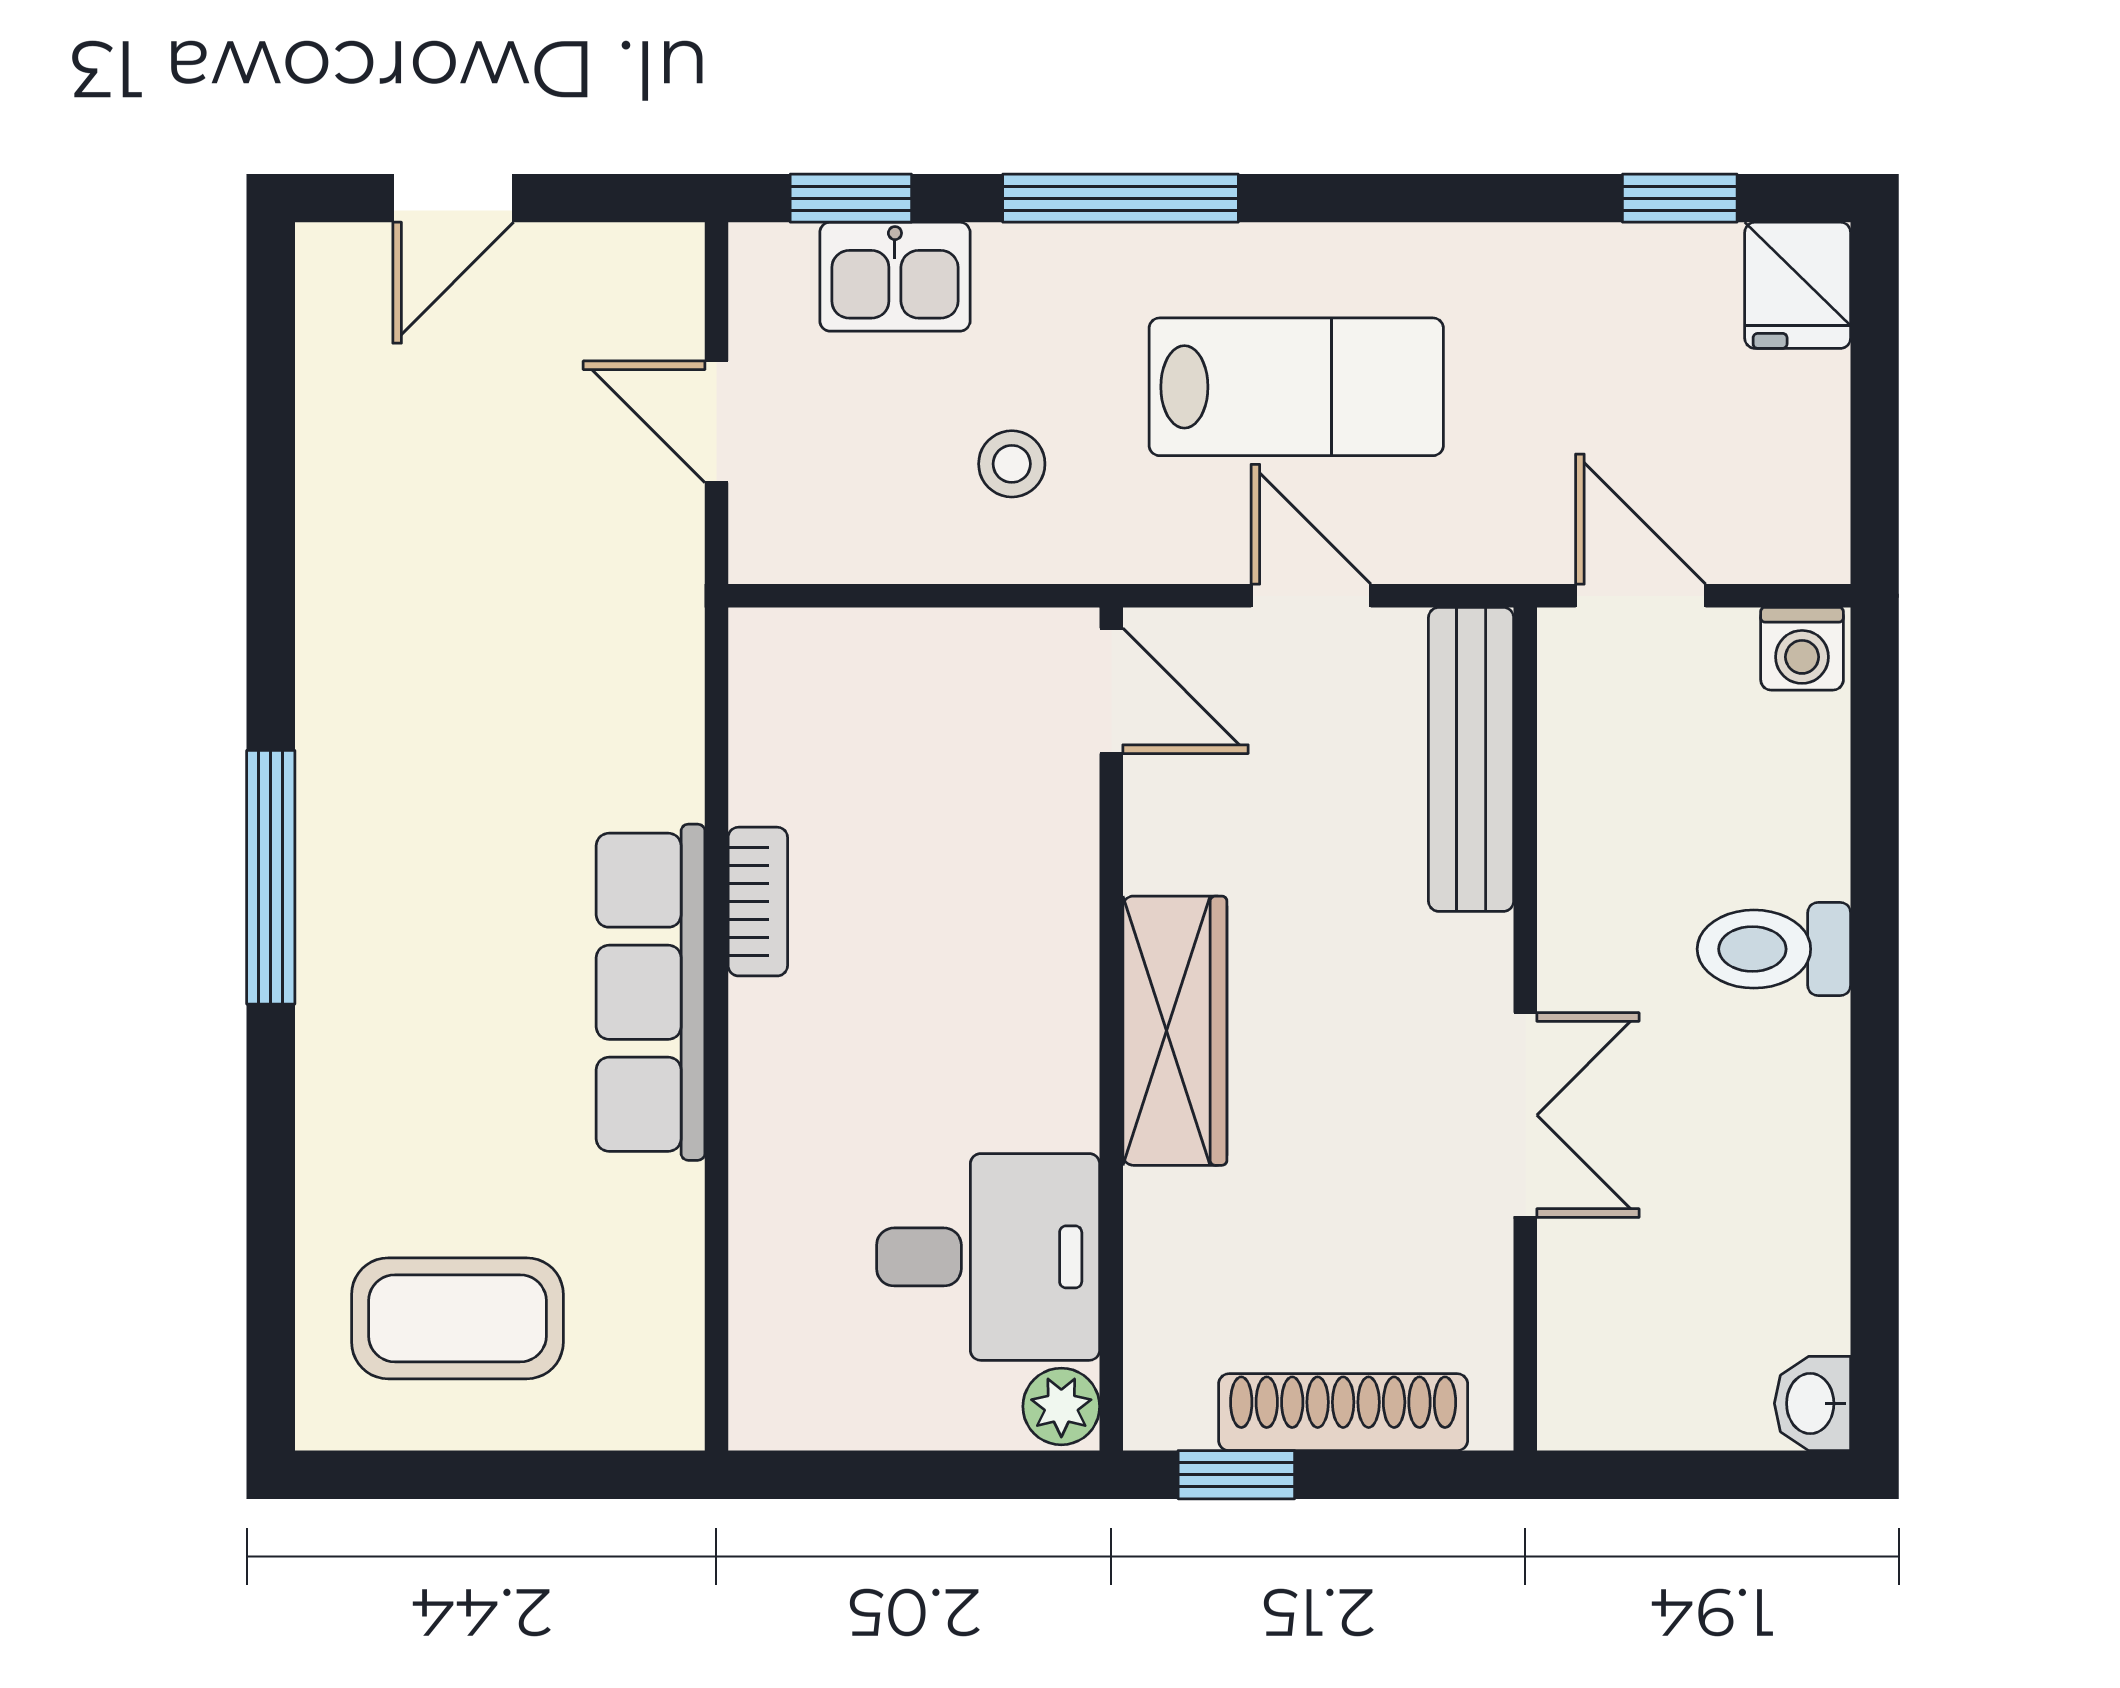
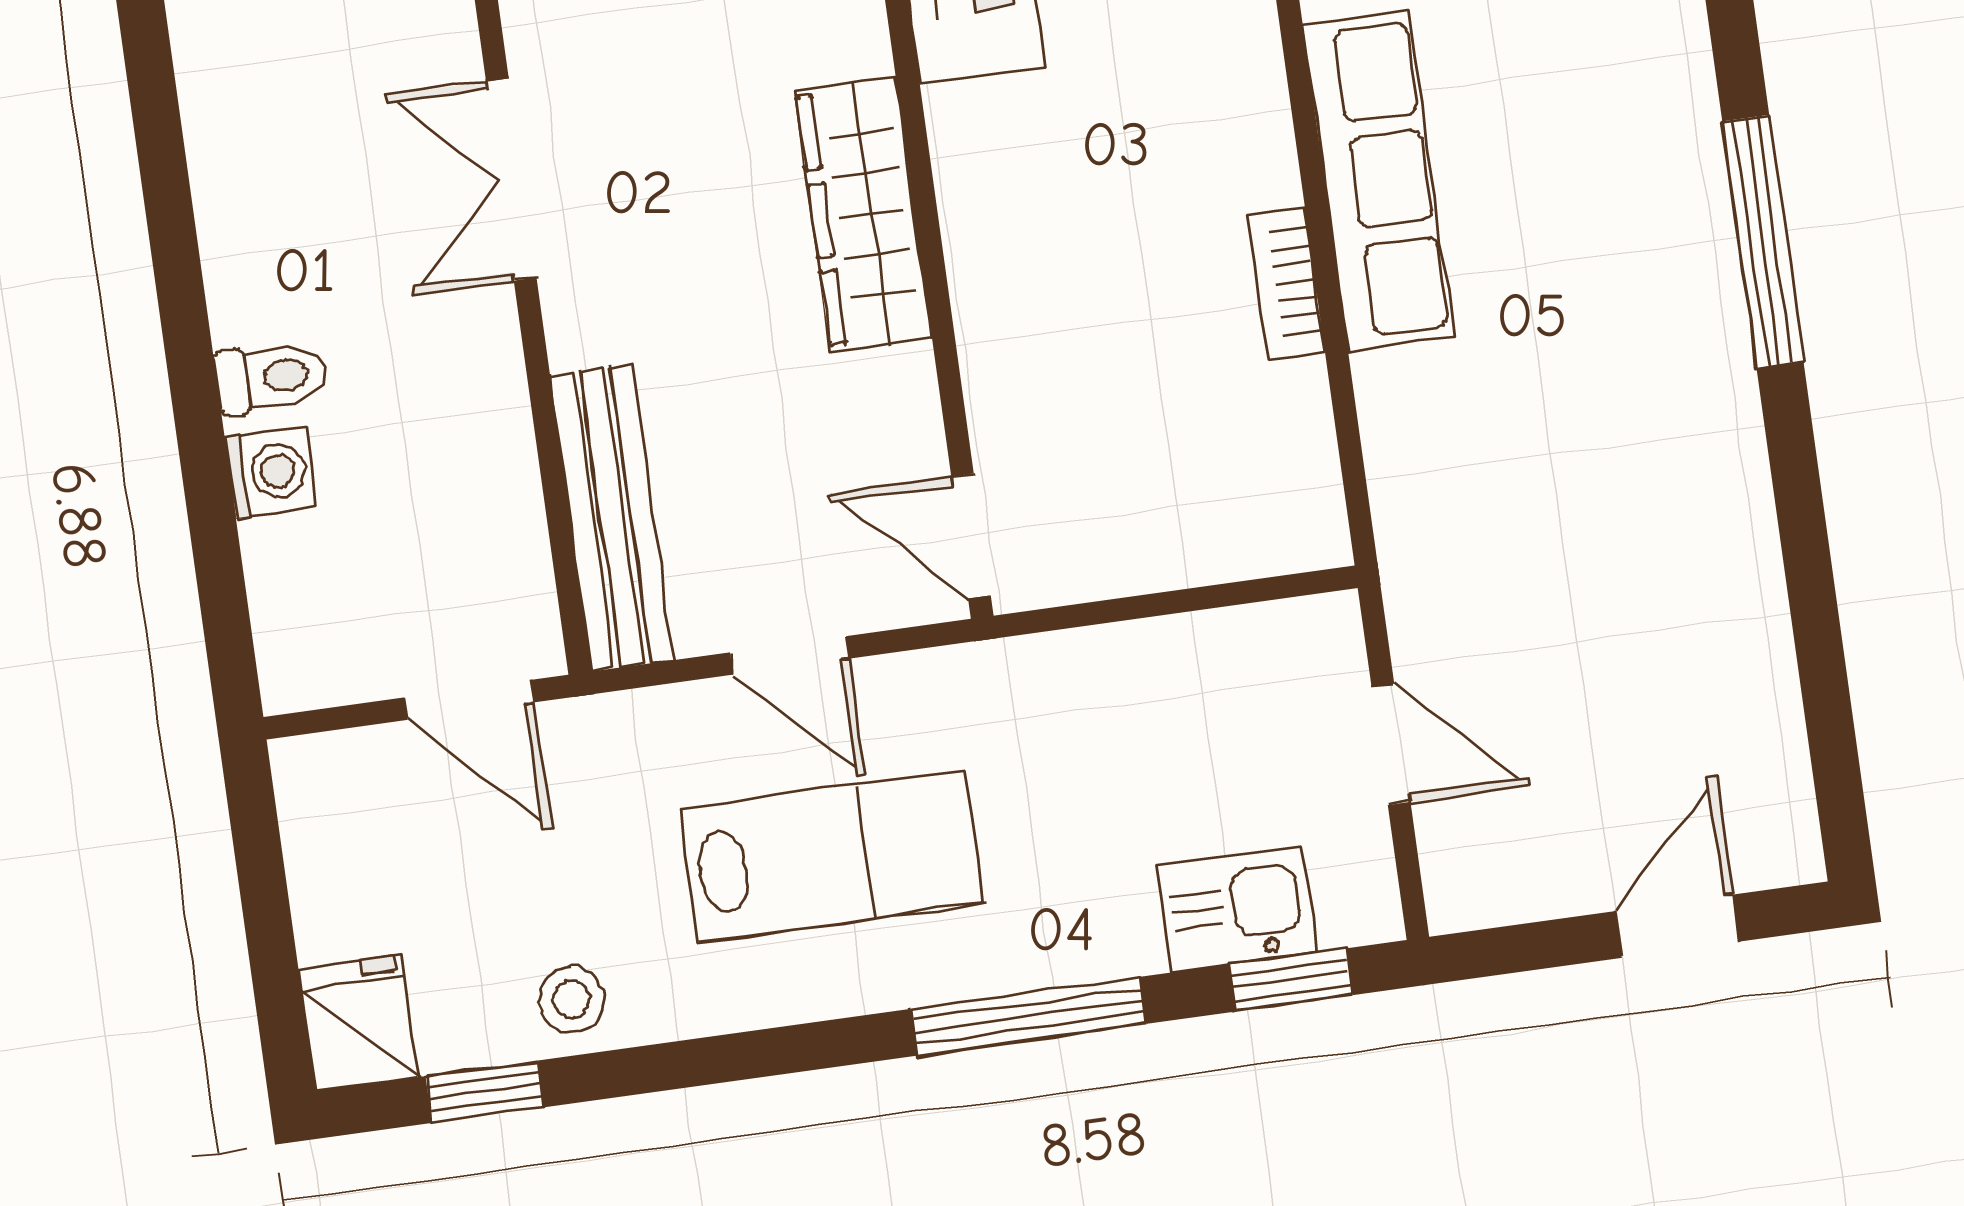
lab bench: (1296, 387) -> (832, 857), turned 180
stool: (1012, 464) -> (571, 999), moved
washing machine: (1802, 649) -> (270, 472), moved, turned 90
toilet: (1774, 949) -> (271, 377), width x0.73, depth x0.72

